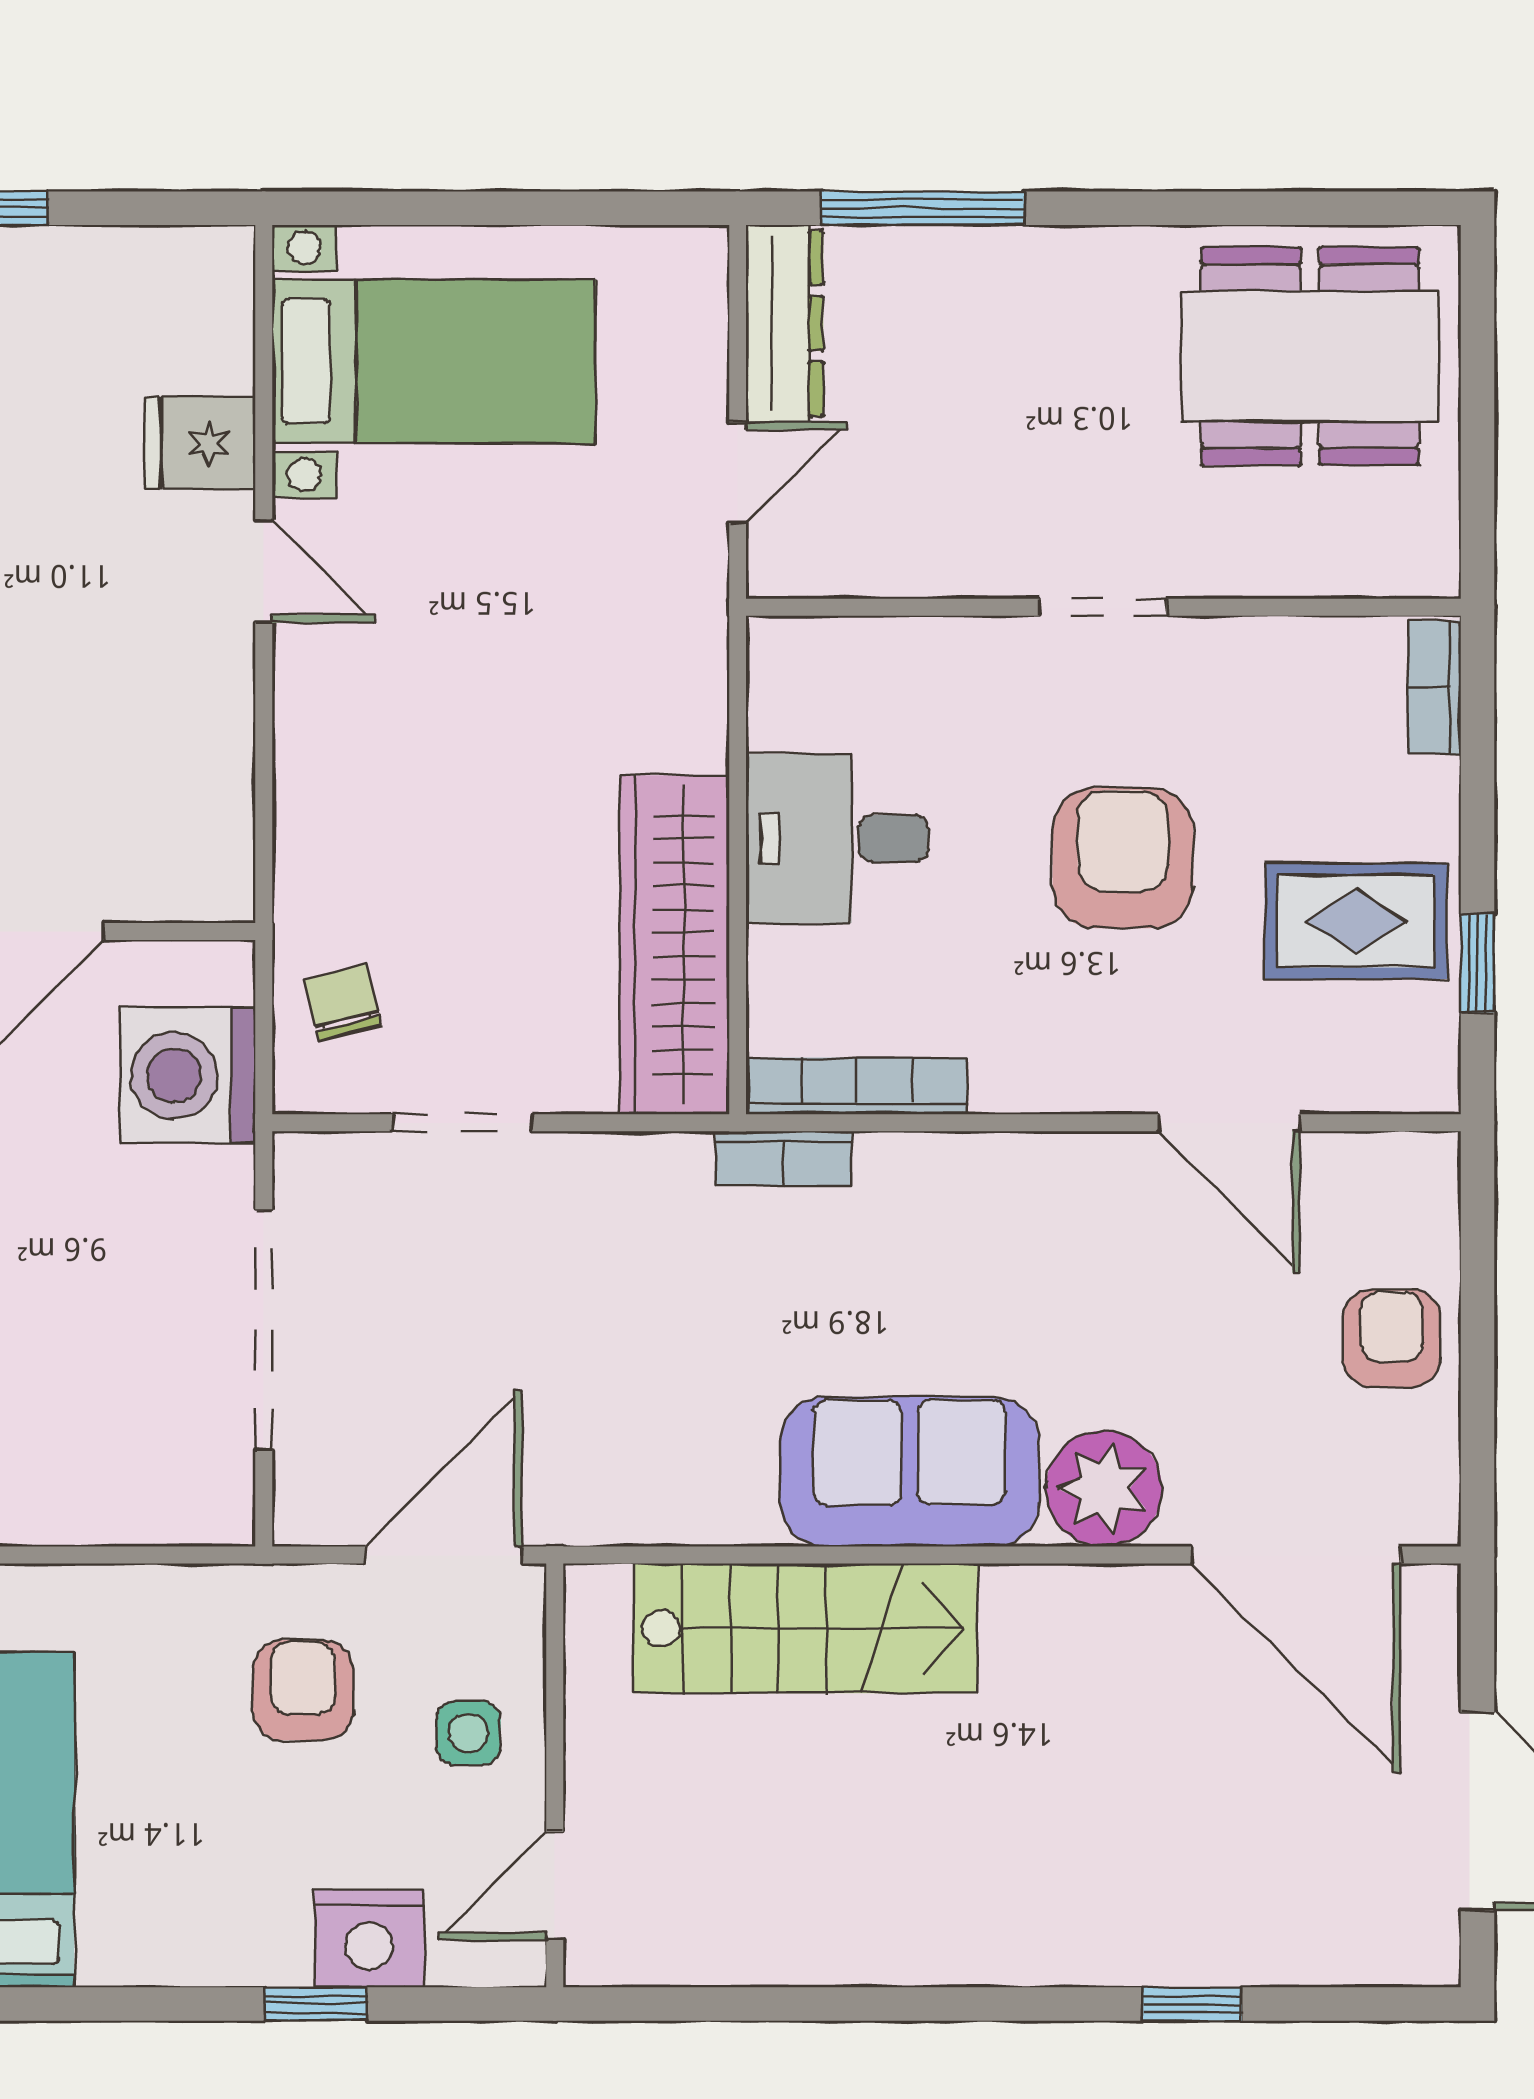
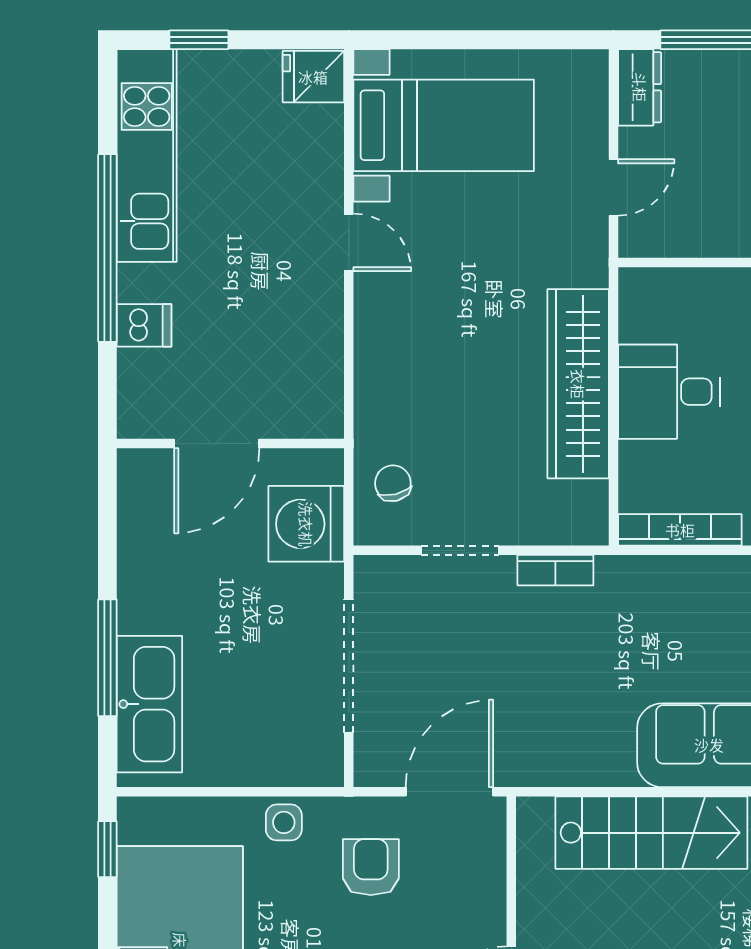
dresser: (784, 323) -> (640, 87), width x0.70
fridge: (200, 443) -> (313, 77), moved
wardrobe: (674, 945) -> (578, 384), moved
bookcase: (784, 1158) -> (555, 570), moved
side table: (468, 1733) -> (284, 822), moved

